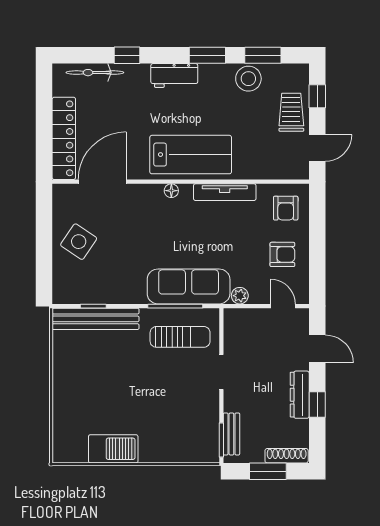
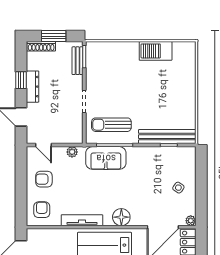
floor lamp: (171, 191) -> (121, 217), width x1.89, depth x1.89
plant: (60, 192) -> (191, 221), added
side table: (79, 242) -> (178, 188), width x0.54, depth x0.54
sofa: (189, 286) -> (106, 158), width x0.73

